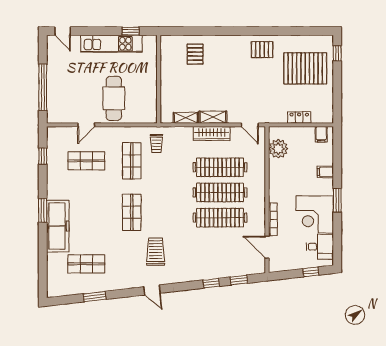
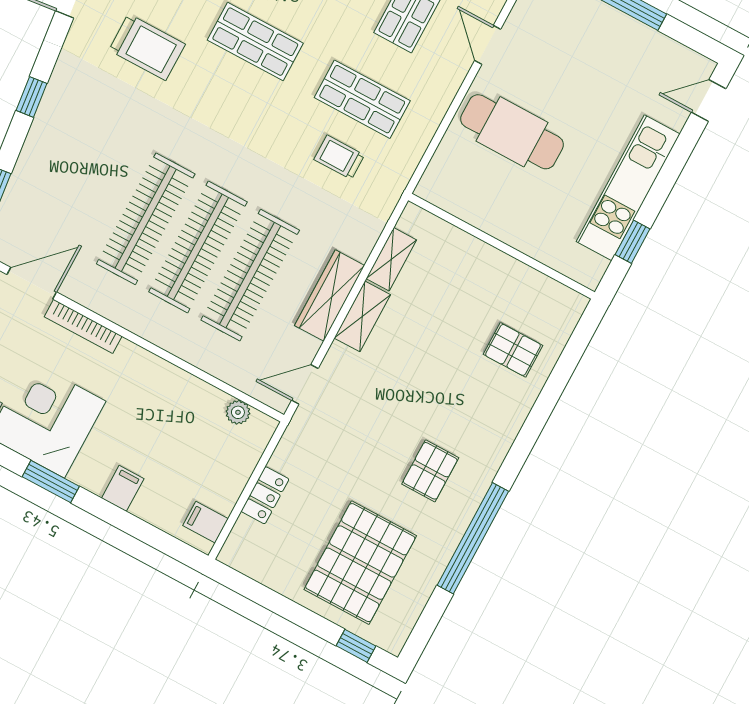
window: (274, 31) -> (473, 538), added
pallet: (262, 50) -> (430, 471), moved
trolley: (156, 143) -> (339, 157), moved
plant: (278, 149) -> (238, 412), width x0.53, depth x0.53
window: (211, 283) -> (32, 97), moved

